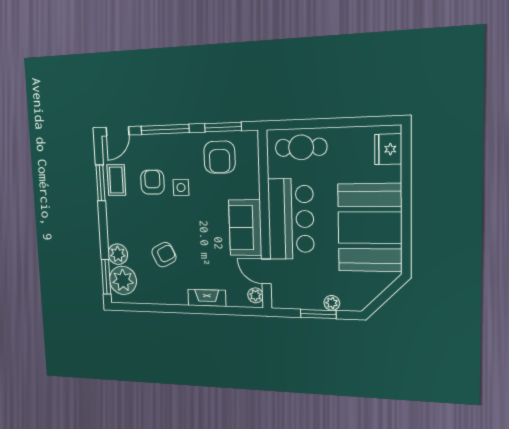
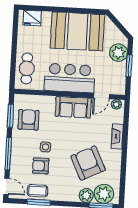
armchair: (219, 157) -> (29, 120), turned -90
armchair: (164, 255) -> (88, 163), width x1.88, depth x1.88
plant: (332, 303) -> (118, 53), width x1.87, depth x1.87

